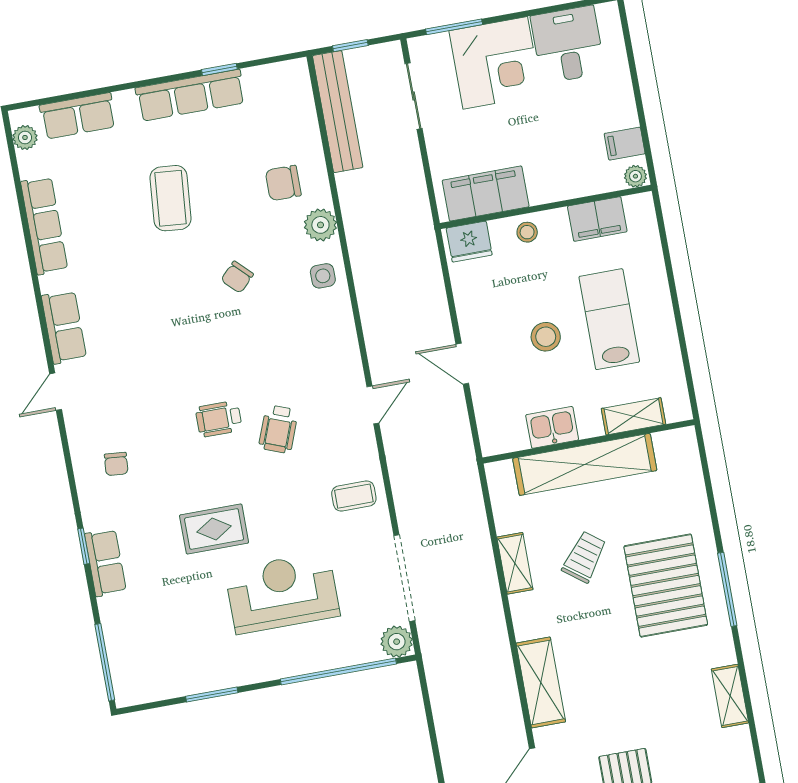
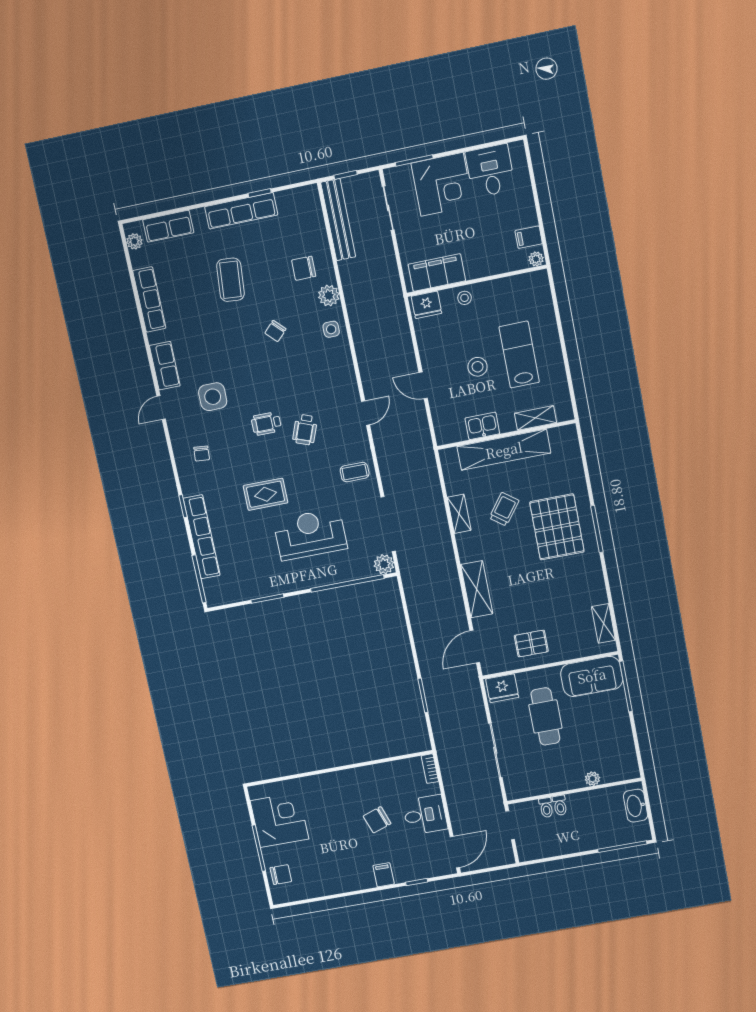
filing cabinet: (597, 219) -> (511, 288), removed
side table: (137, 376) -> (213, 397), added
row of seats: (105, 563) -> (202, 537), width x2.02
shelving: (730, 696) -> (604, 623), moved

